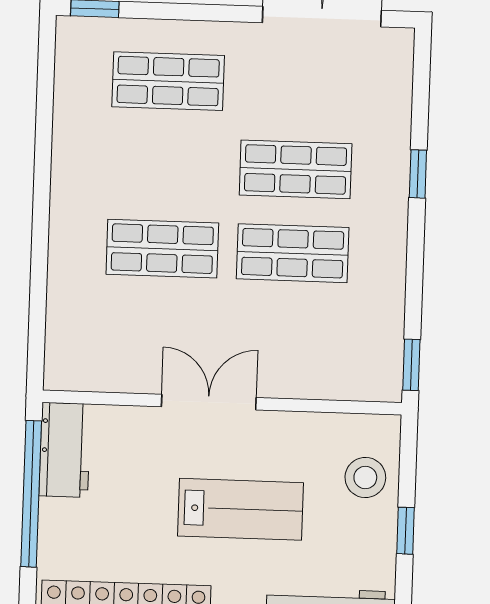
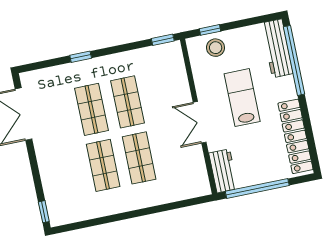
shop shelf: (168, 81) -> (103, 165), moved
workbench: (65, 450) -> (223, 171), moved, turned 90
window: (406, 531) -> (210, 30), moved

